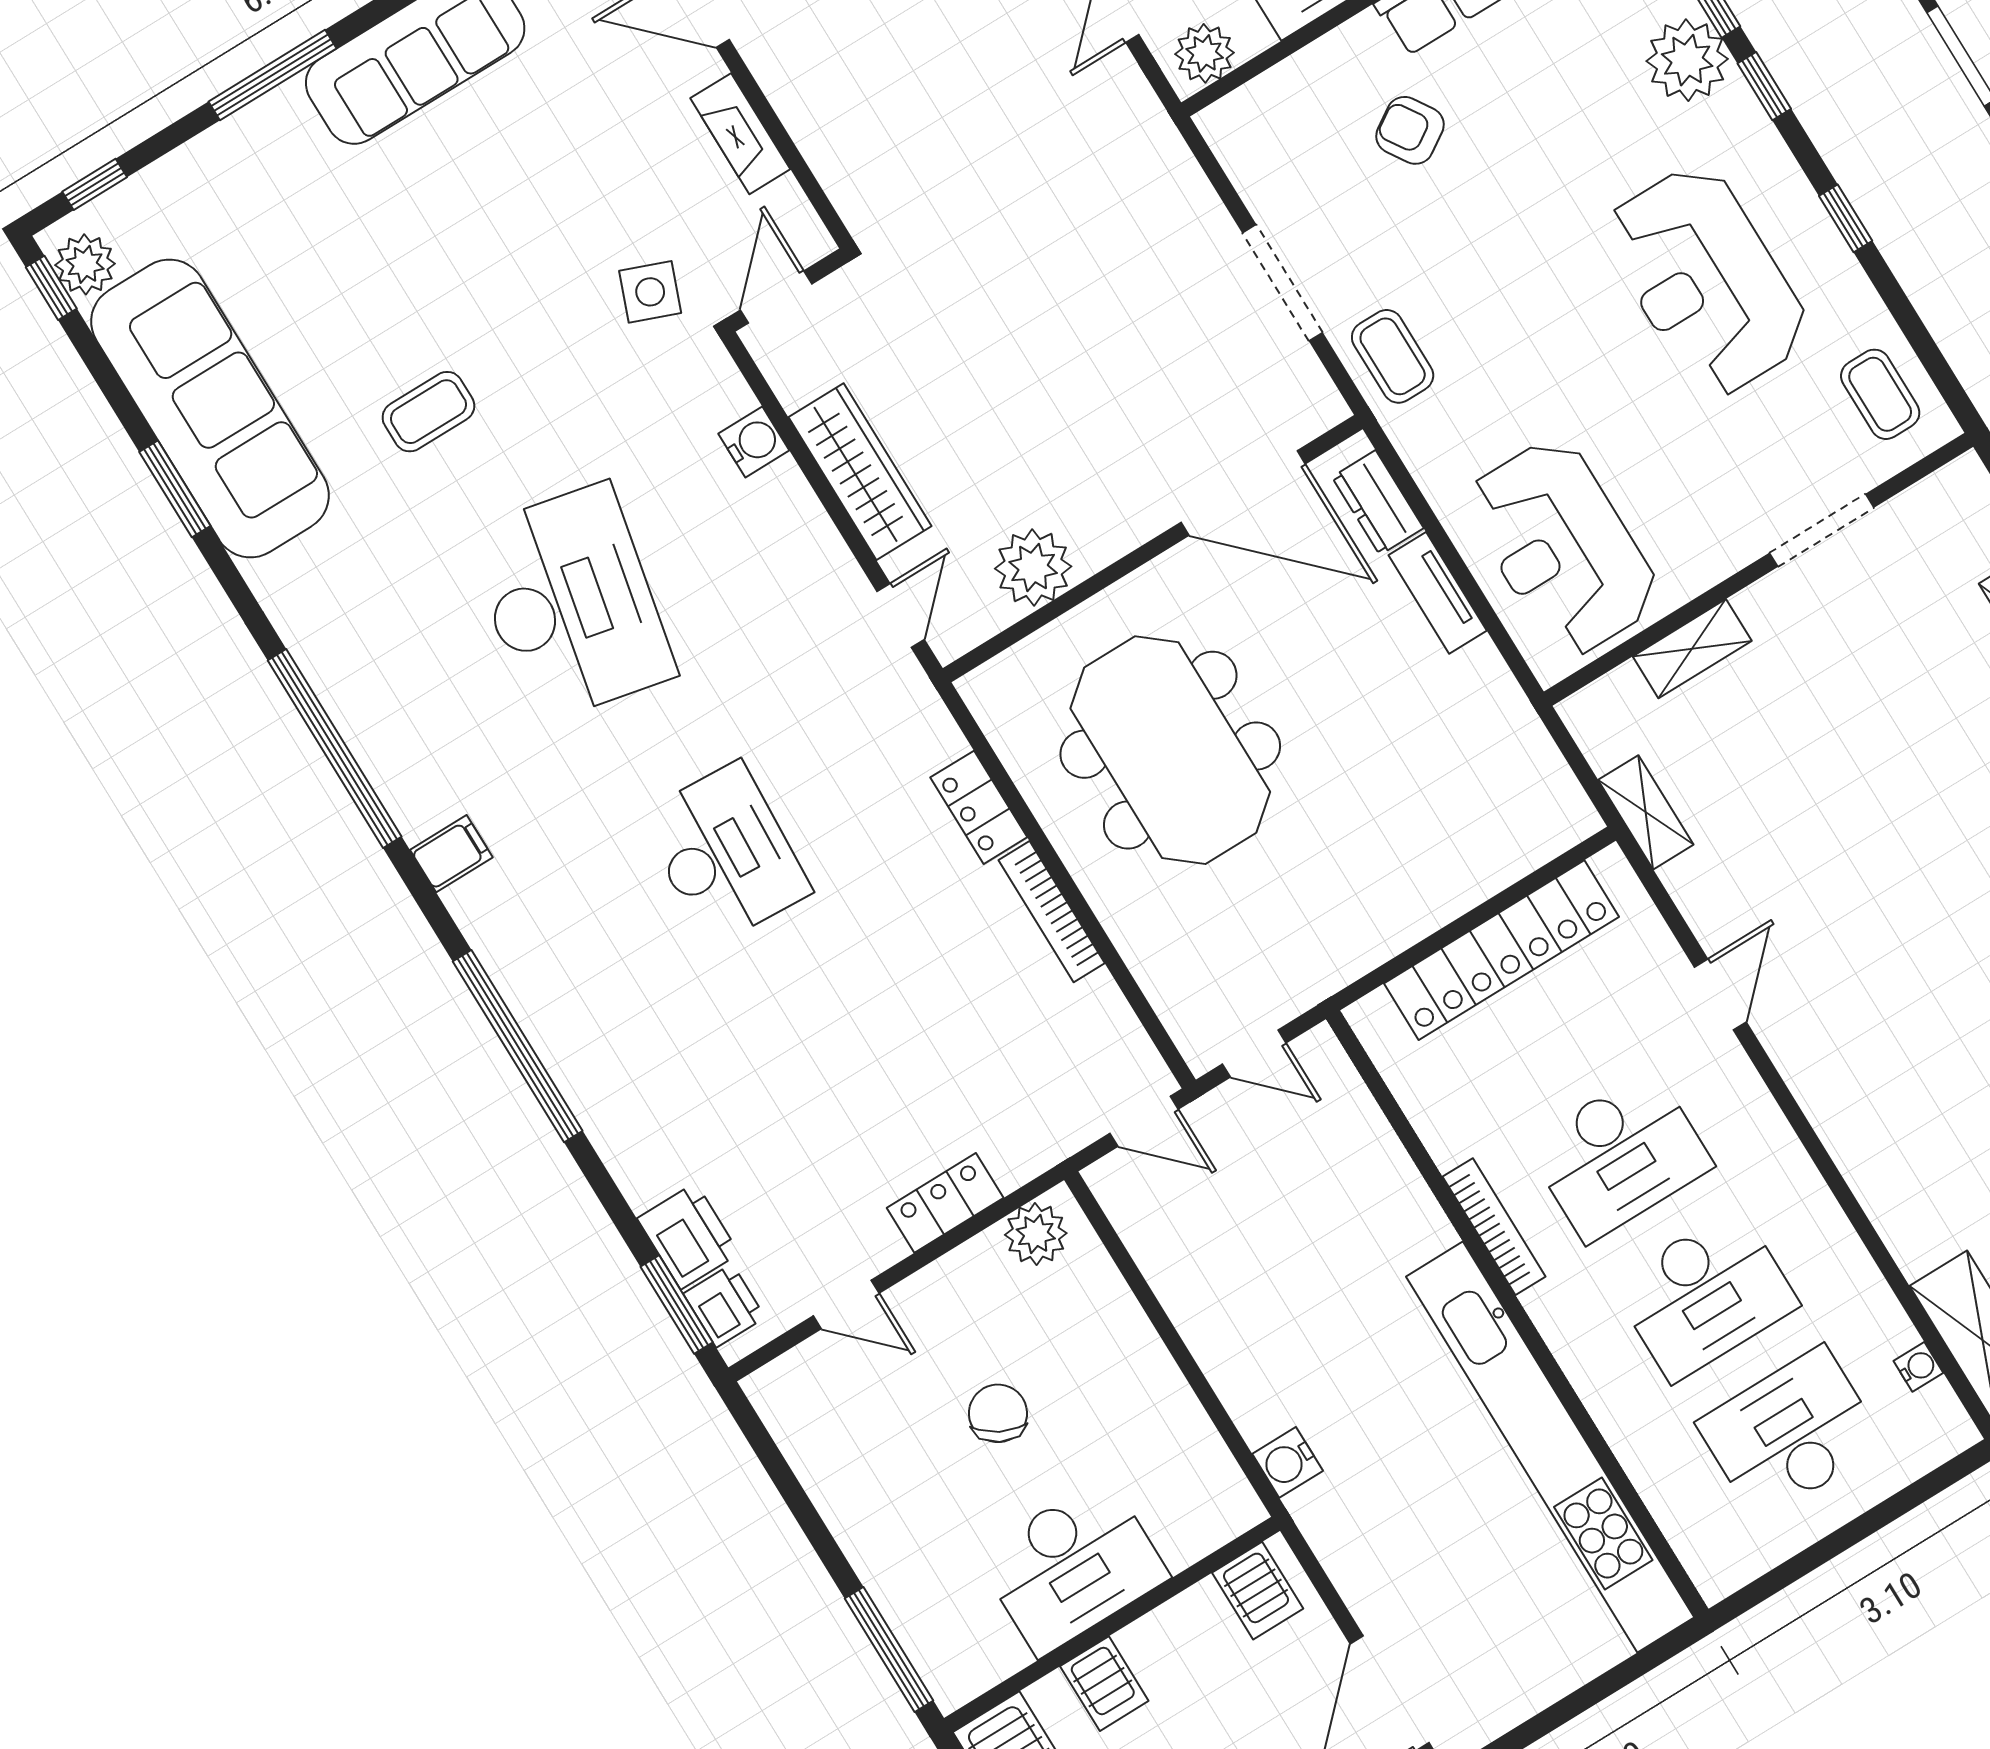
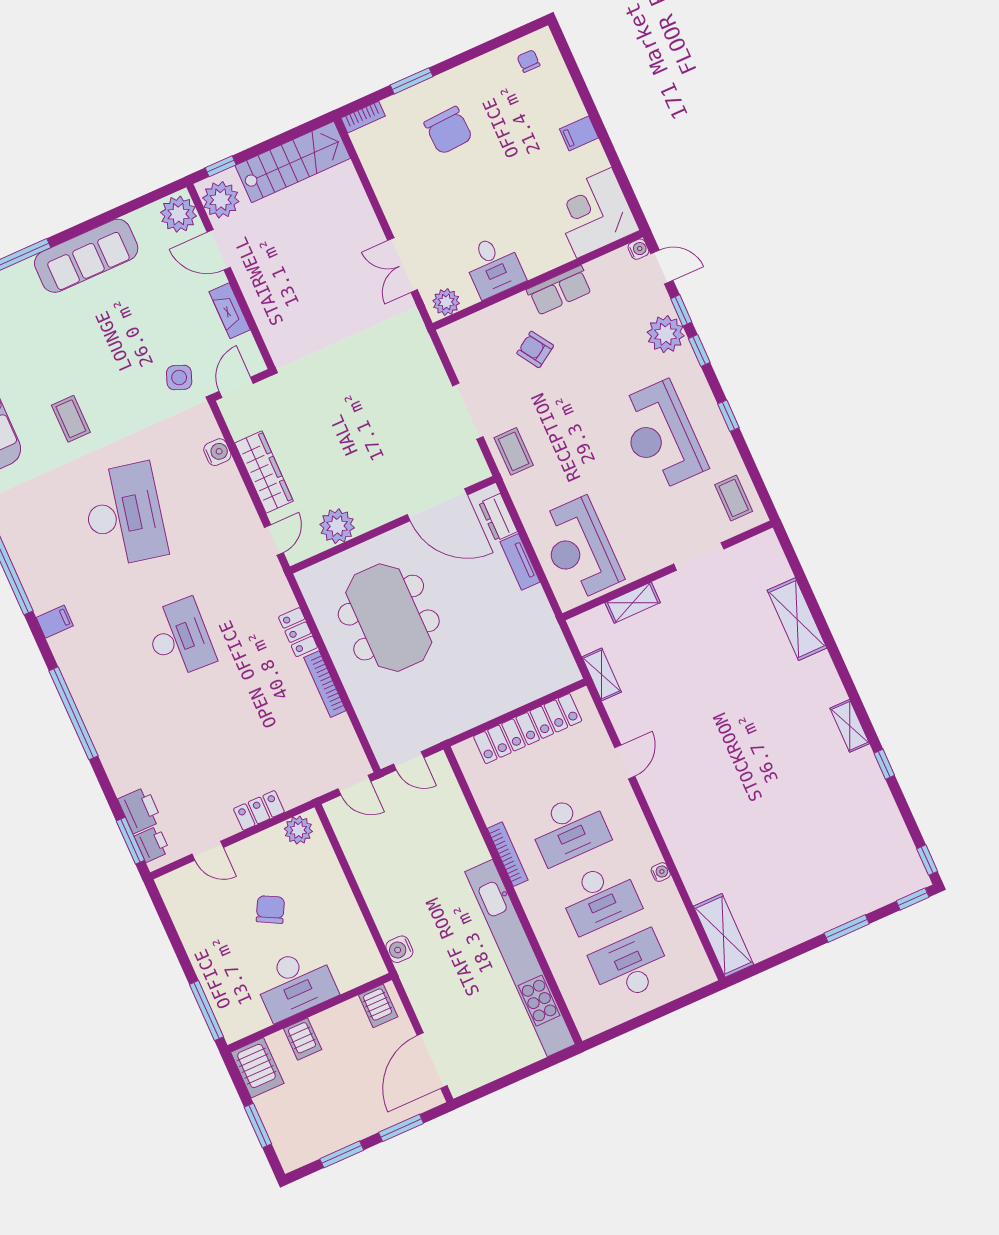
coffee table: (428, 412) -> (71, 419), turned 90
water cooler: (1918, 1367) -> (661, 872), moved

